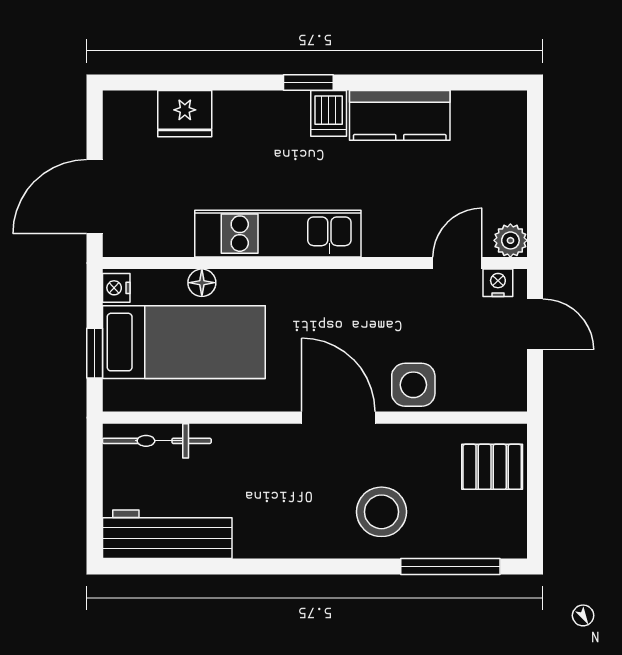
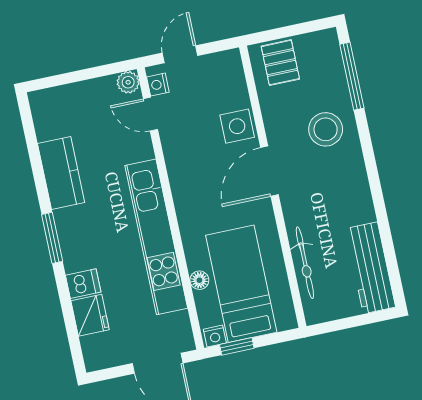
window: (308, 82) -> (52, 238), width x1.50
dishwasher: (329, 113) -> (83, 284), moved
kitchen unit: (278, 234) -> (156, 237), width x1.36
window: (95, 353) -> (237, 346), moved
bicycle: (157, 441) -> (305, 263), moved

